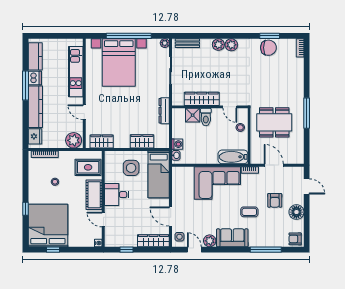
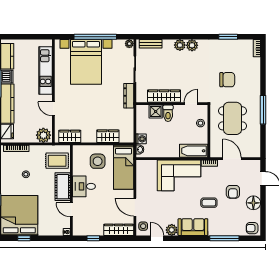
chair: (268, 48) -> (227, 80), moved
door: (230, 107) -> (191, 104), swing flipped
dresser: (164, 111) -> (129, 96), moved
dining table: (274, 122) -> (232, 118), turned 90

